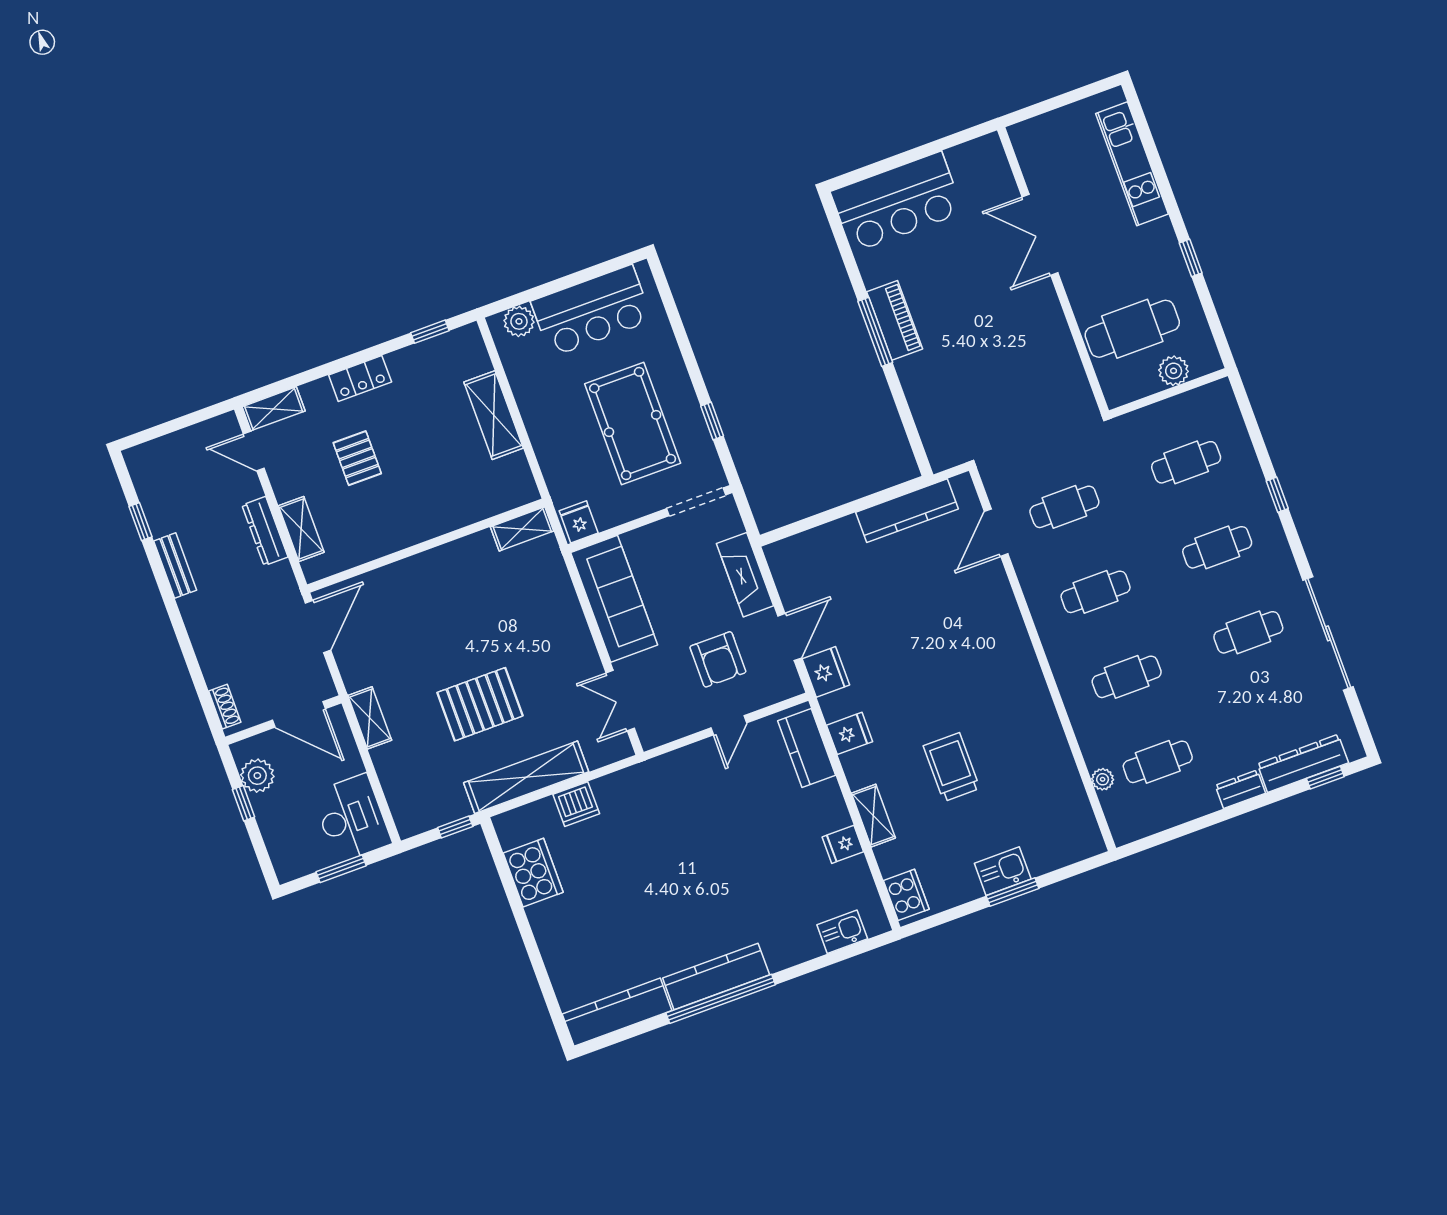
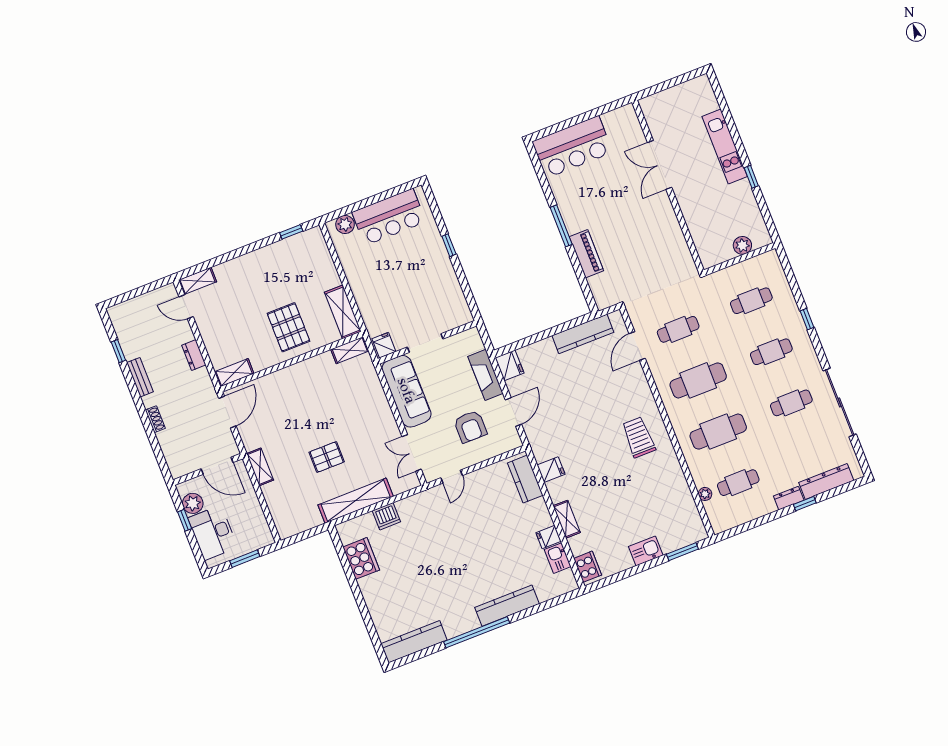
kitchen unit: (1132, 164) -> (725, 146), moved
piano: (895, 320) -> (586, 254), moved
cafe table: (1132, 329) -> (717, 220), removed
locker: (360, 379) -> (250, 261), removed
shelving: (494, 415) -> (343, 312), moved
window: (712, 421) -> (449, 245), moved
pool table: (633, 424) -> (415, 285), removed
pallet: (357, 458) -> (288, 327), moved, width x1.50, depth x1.42
doorway: (696, 502) -> (425, 343), moved
shelving: (301, 529) -> (234, 373), moved, turned 90
dresser: (265, 531) -> (194, 355), width x0.70
cafe table: (1096, 592) -> (698, 380), width x1.37, depth x1.35
fridge: (826, 672) -> (510, 365), moved
cafe table: (1127, 677) -> (718, 432), width x1.37, depth x1.35
pallet: (480, 704) -> (327, 457), width x0.67, depth x0.71
shoe rack: (225, 707) -> (155, 419), moved
door: (729, 725) -> (452, 477), moved
trolley: (952, 767) -> (639, 437), moved
window: (1325, 778) -> (805, 504), moved
desk: (352, 818) -> (213, 533), moved, turned 180
window: (455, 827) -> (313, 532), removed
window: (1012, 892) -> (682, 552), moved
kitchen sink: (842, 932) -> (558, 558), moved, turned -90
kitchen counter: (716, 976) -> (507, 606), moved

